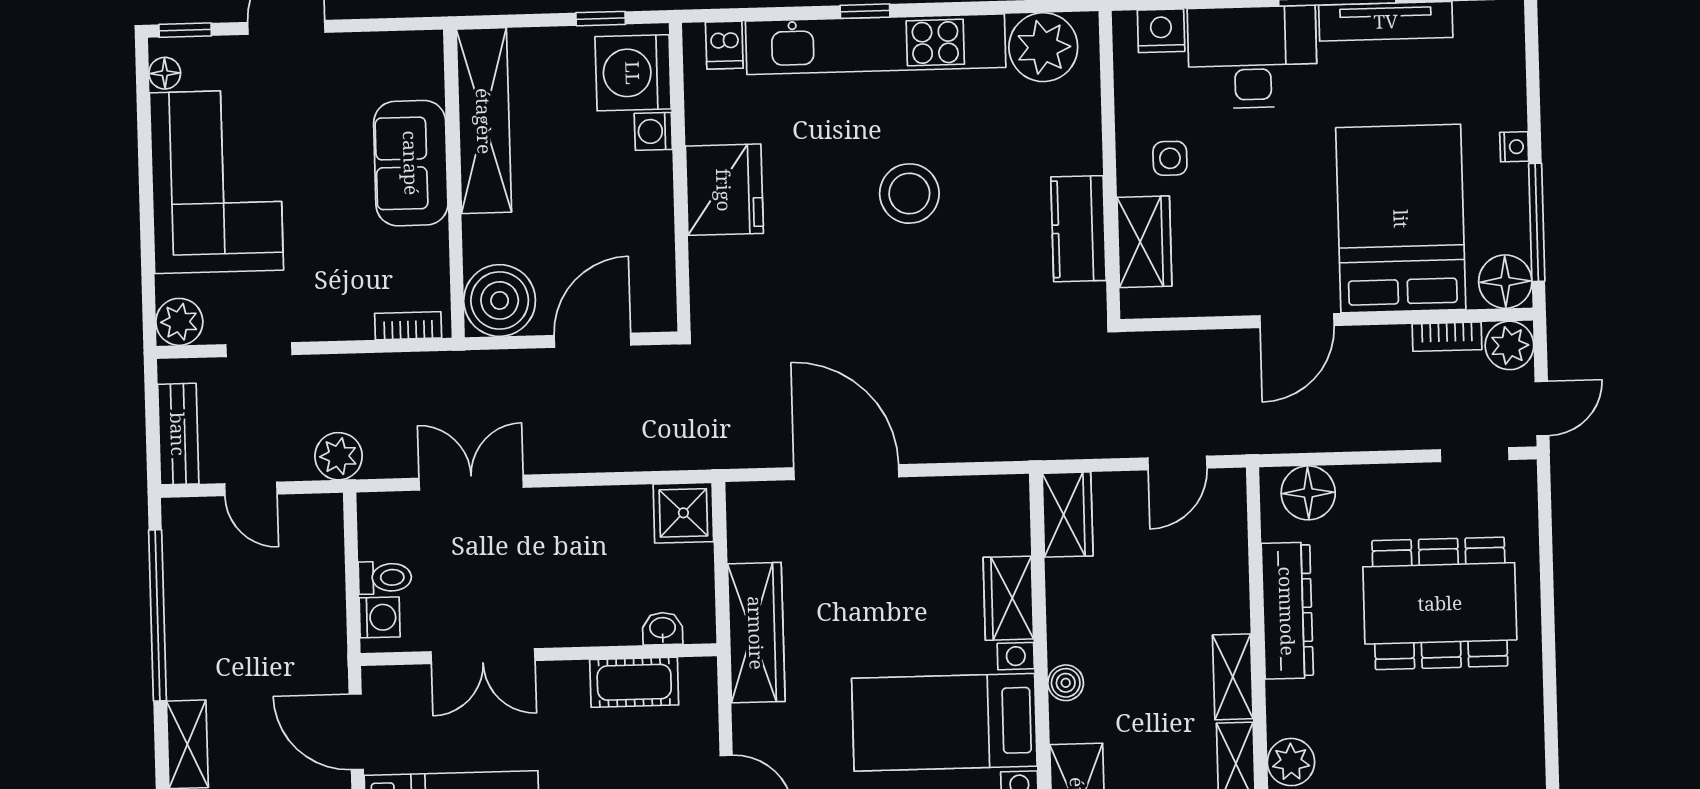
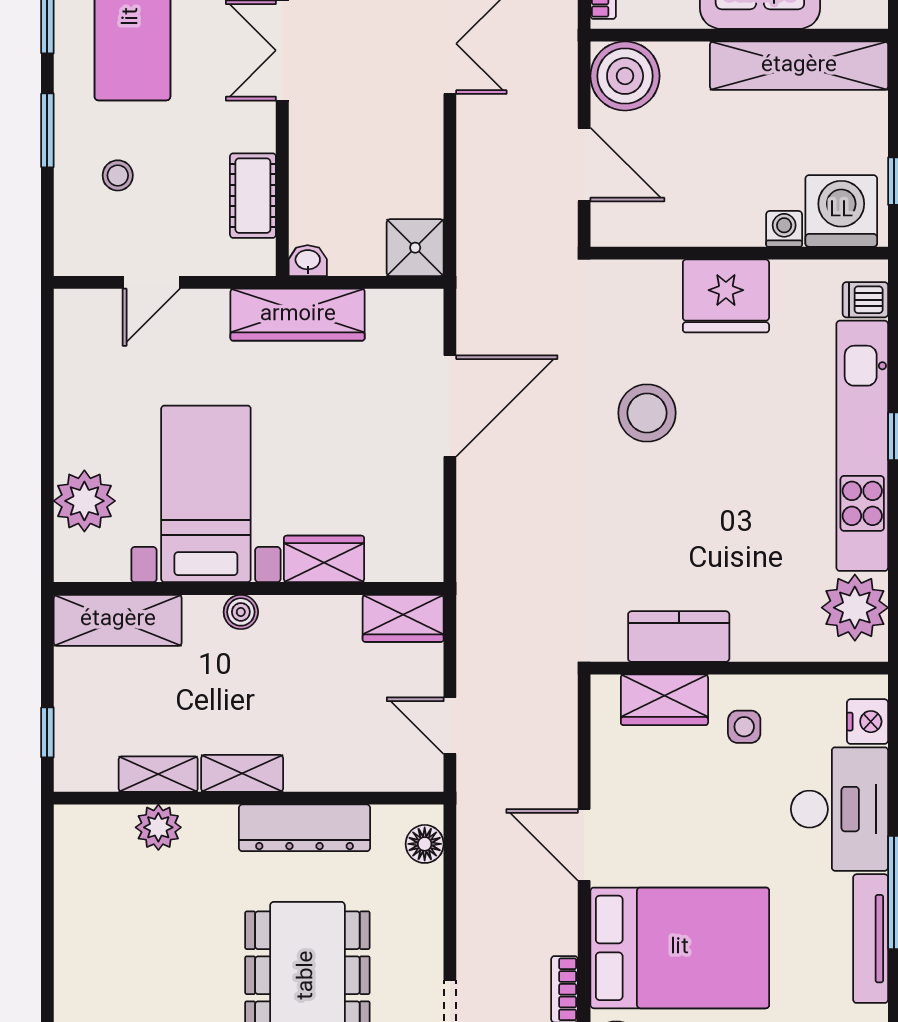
stool: (909, 194) -> (647, 413), moved
floor lamp: (1308, 493) -> (425, 844), width x0.73, depth x0.73
washbasin: (663, 629) -> (308, 261), moved, turned -90

